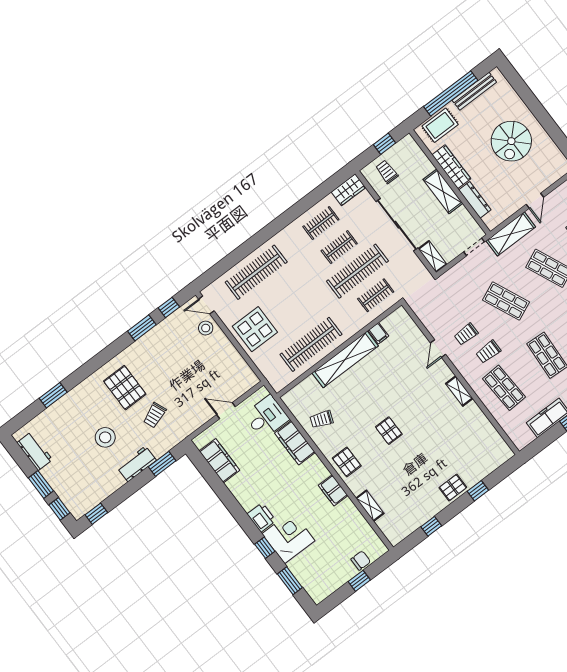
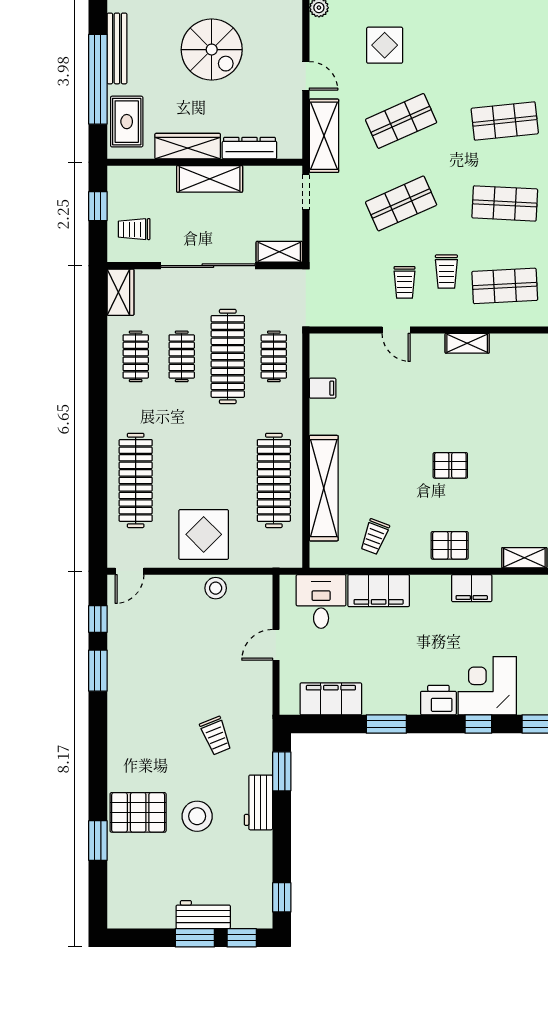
stool: (206, 328) -> (216, 588), moved
shelving: (345, 359) -> (324, 488), moved
pallet: (125, 388) -> (138, 812), moved
workbench: (35, 451) -> (203, 915), moved
window: (228, 500) -> (386, 724), added

